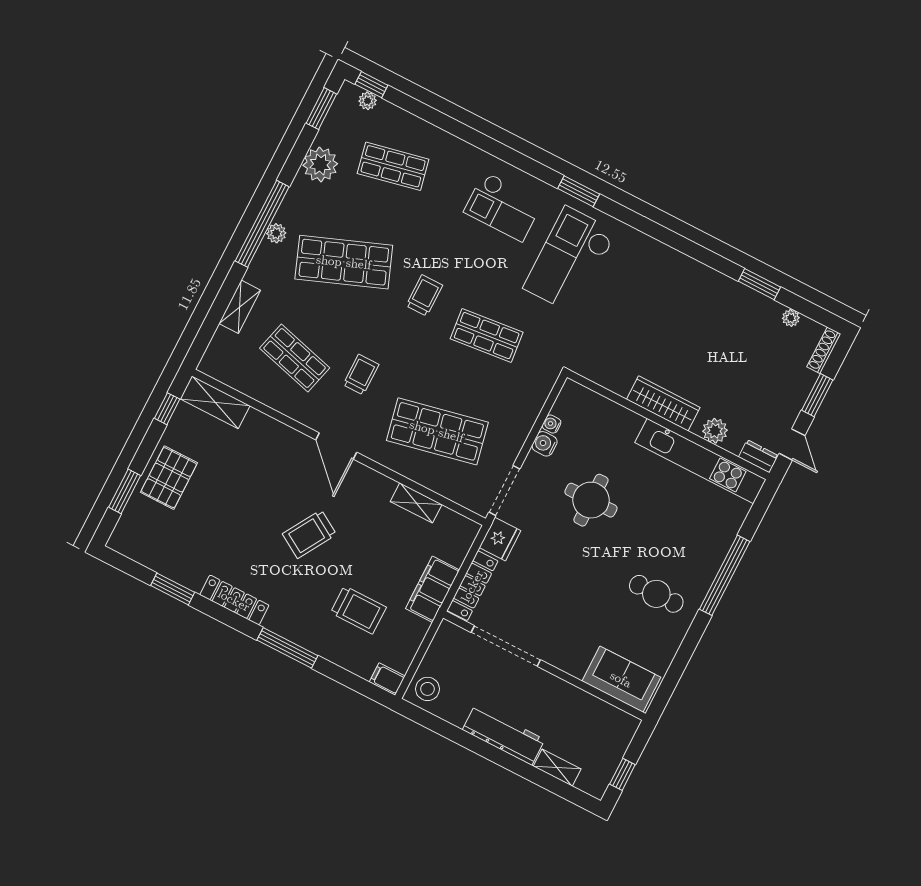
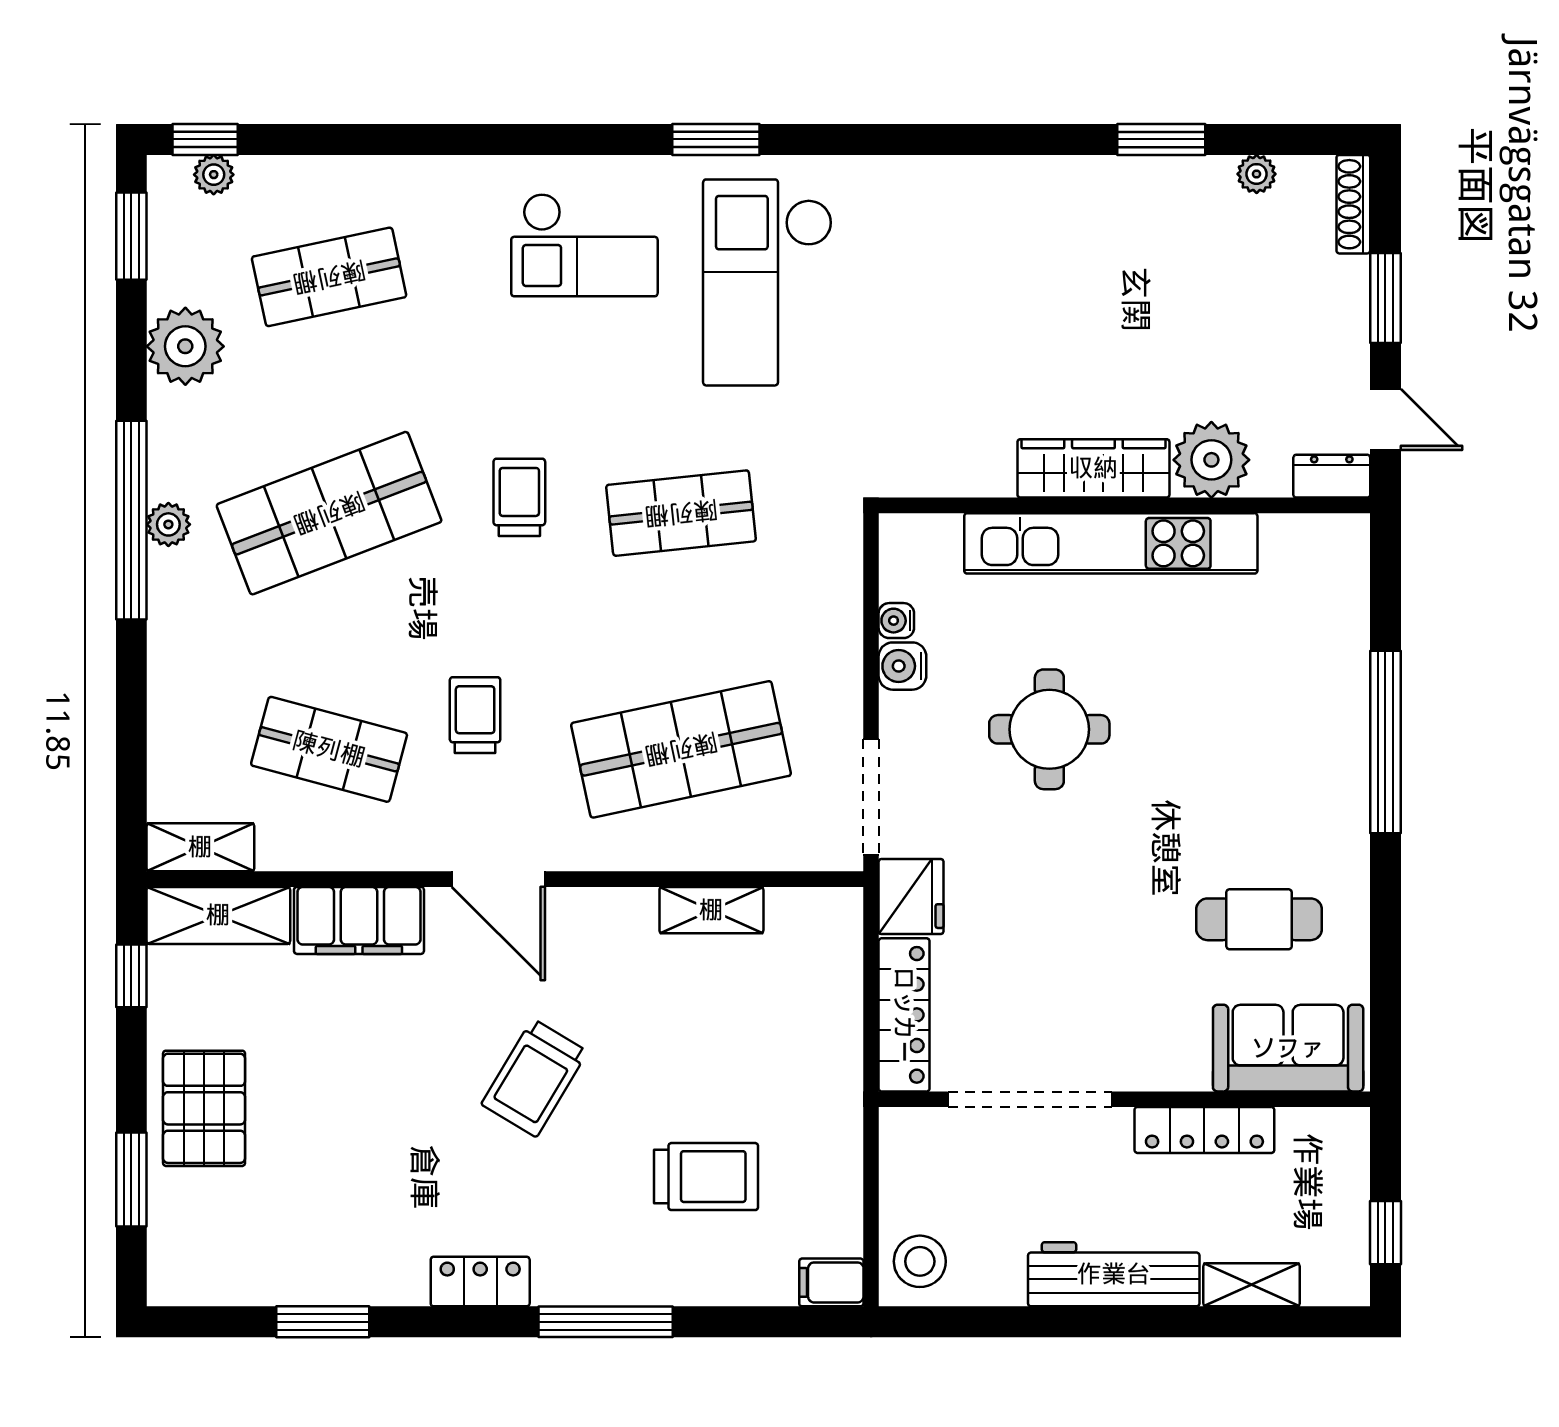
shelving: (240, 307) -> (200, 847), moved, turned 90
plant: (715, 431) -> (1211, 460), width x1.36, depth x1.36
kitchen unit: (700, 461) -> (1111, 543), moved
filing cabinet: (433, 589) -> (359, 920), moved, turned -90
cafe table: (656, 594) -> (1259, 919), moved
locker: (234, 600) -> (480, 1282), width x0.66
locker: (570, 695) -> (1204, 1130), added

